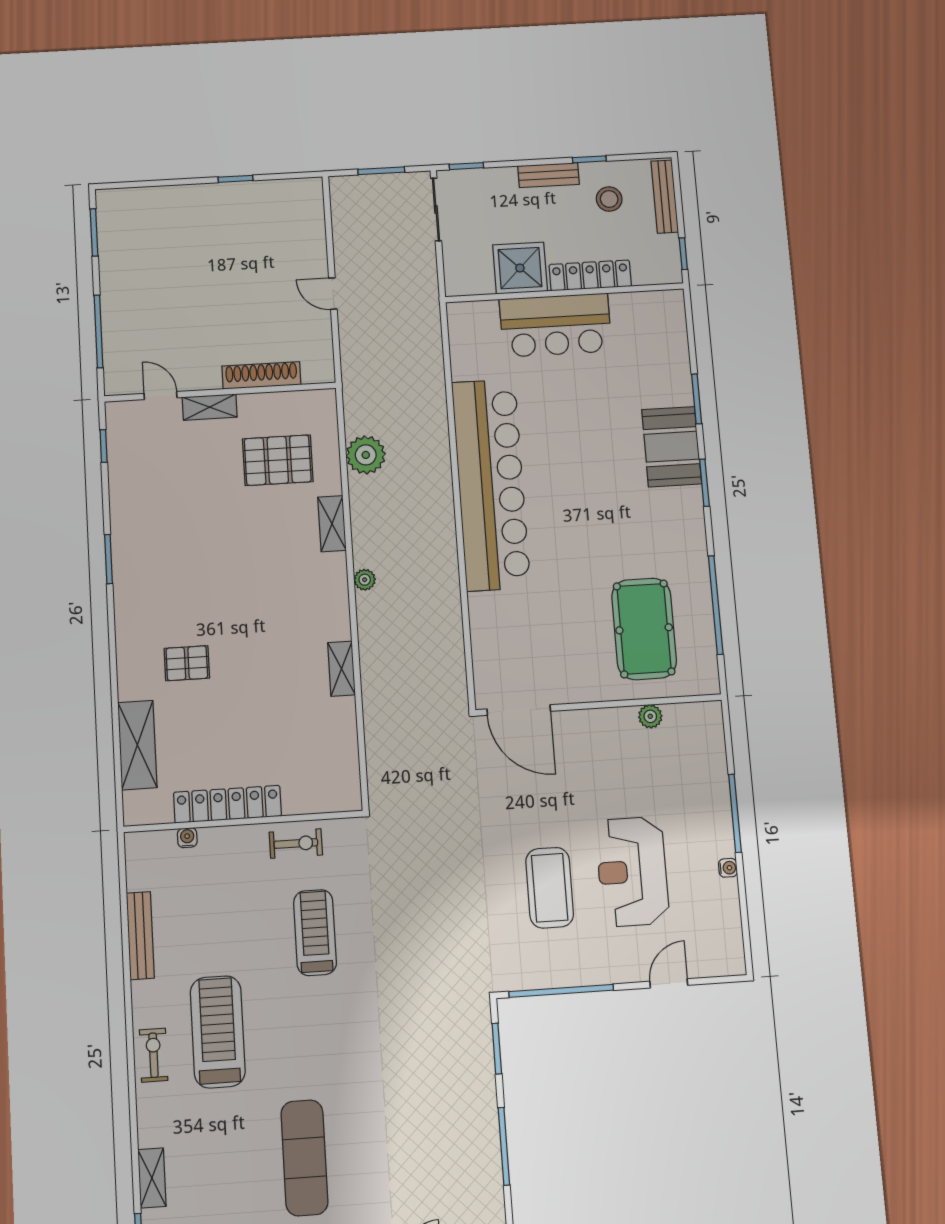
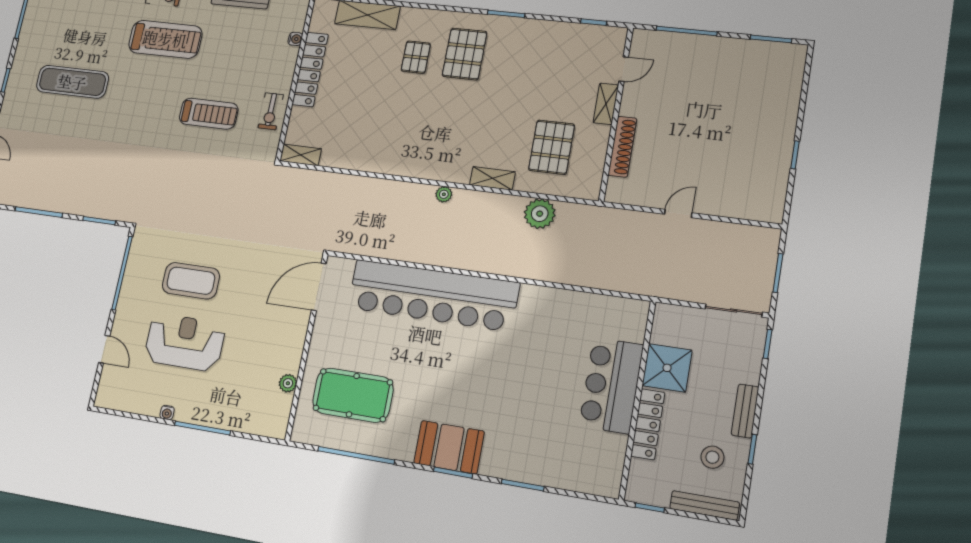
booth: (672, 447) -> (449, 447), moved
bar counter: (491, 484) -> (433, 295), moved
pallet: (172, 600) -> (465, 54), added
shelving: (342, 669) -> (301, 155), moved

